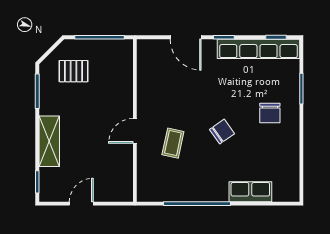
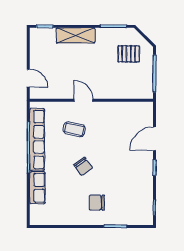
row of seats: (258, 49) -> (37, 139), moved, turned 180
pallet: (73, 71) -> (129, 54), turned 90
door: (81, 204) -> (28, 78), moved

